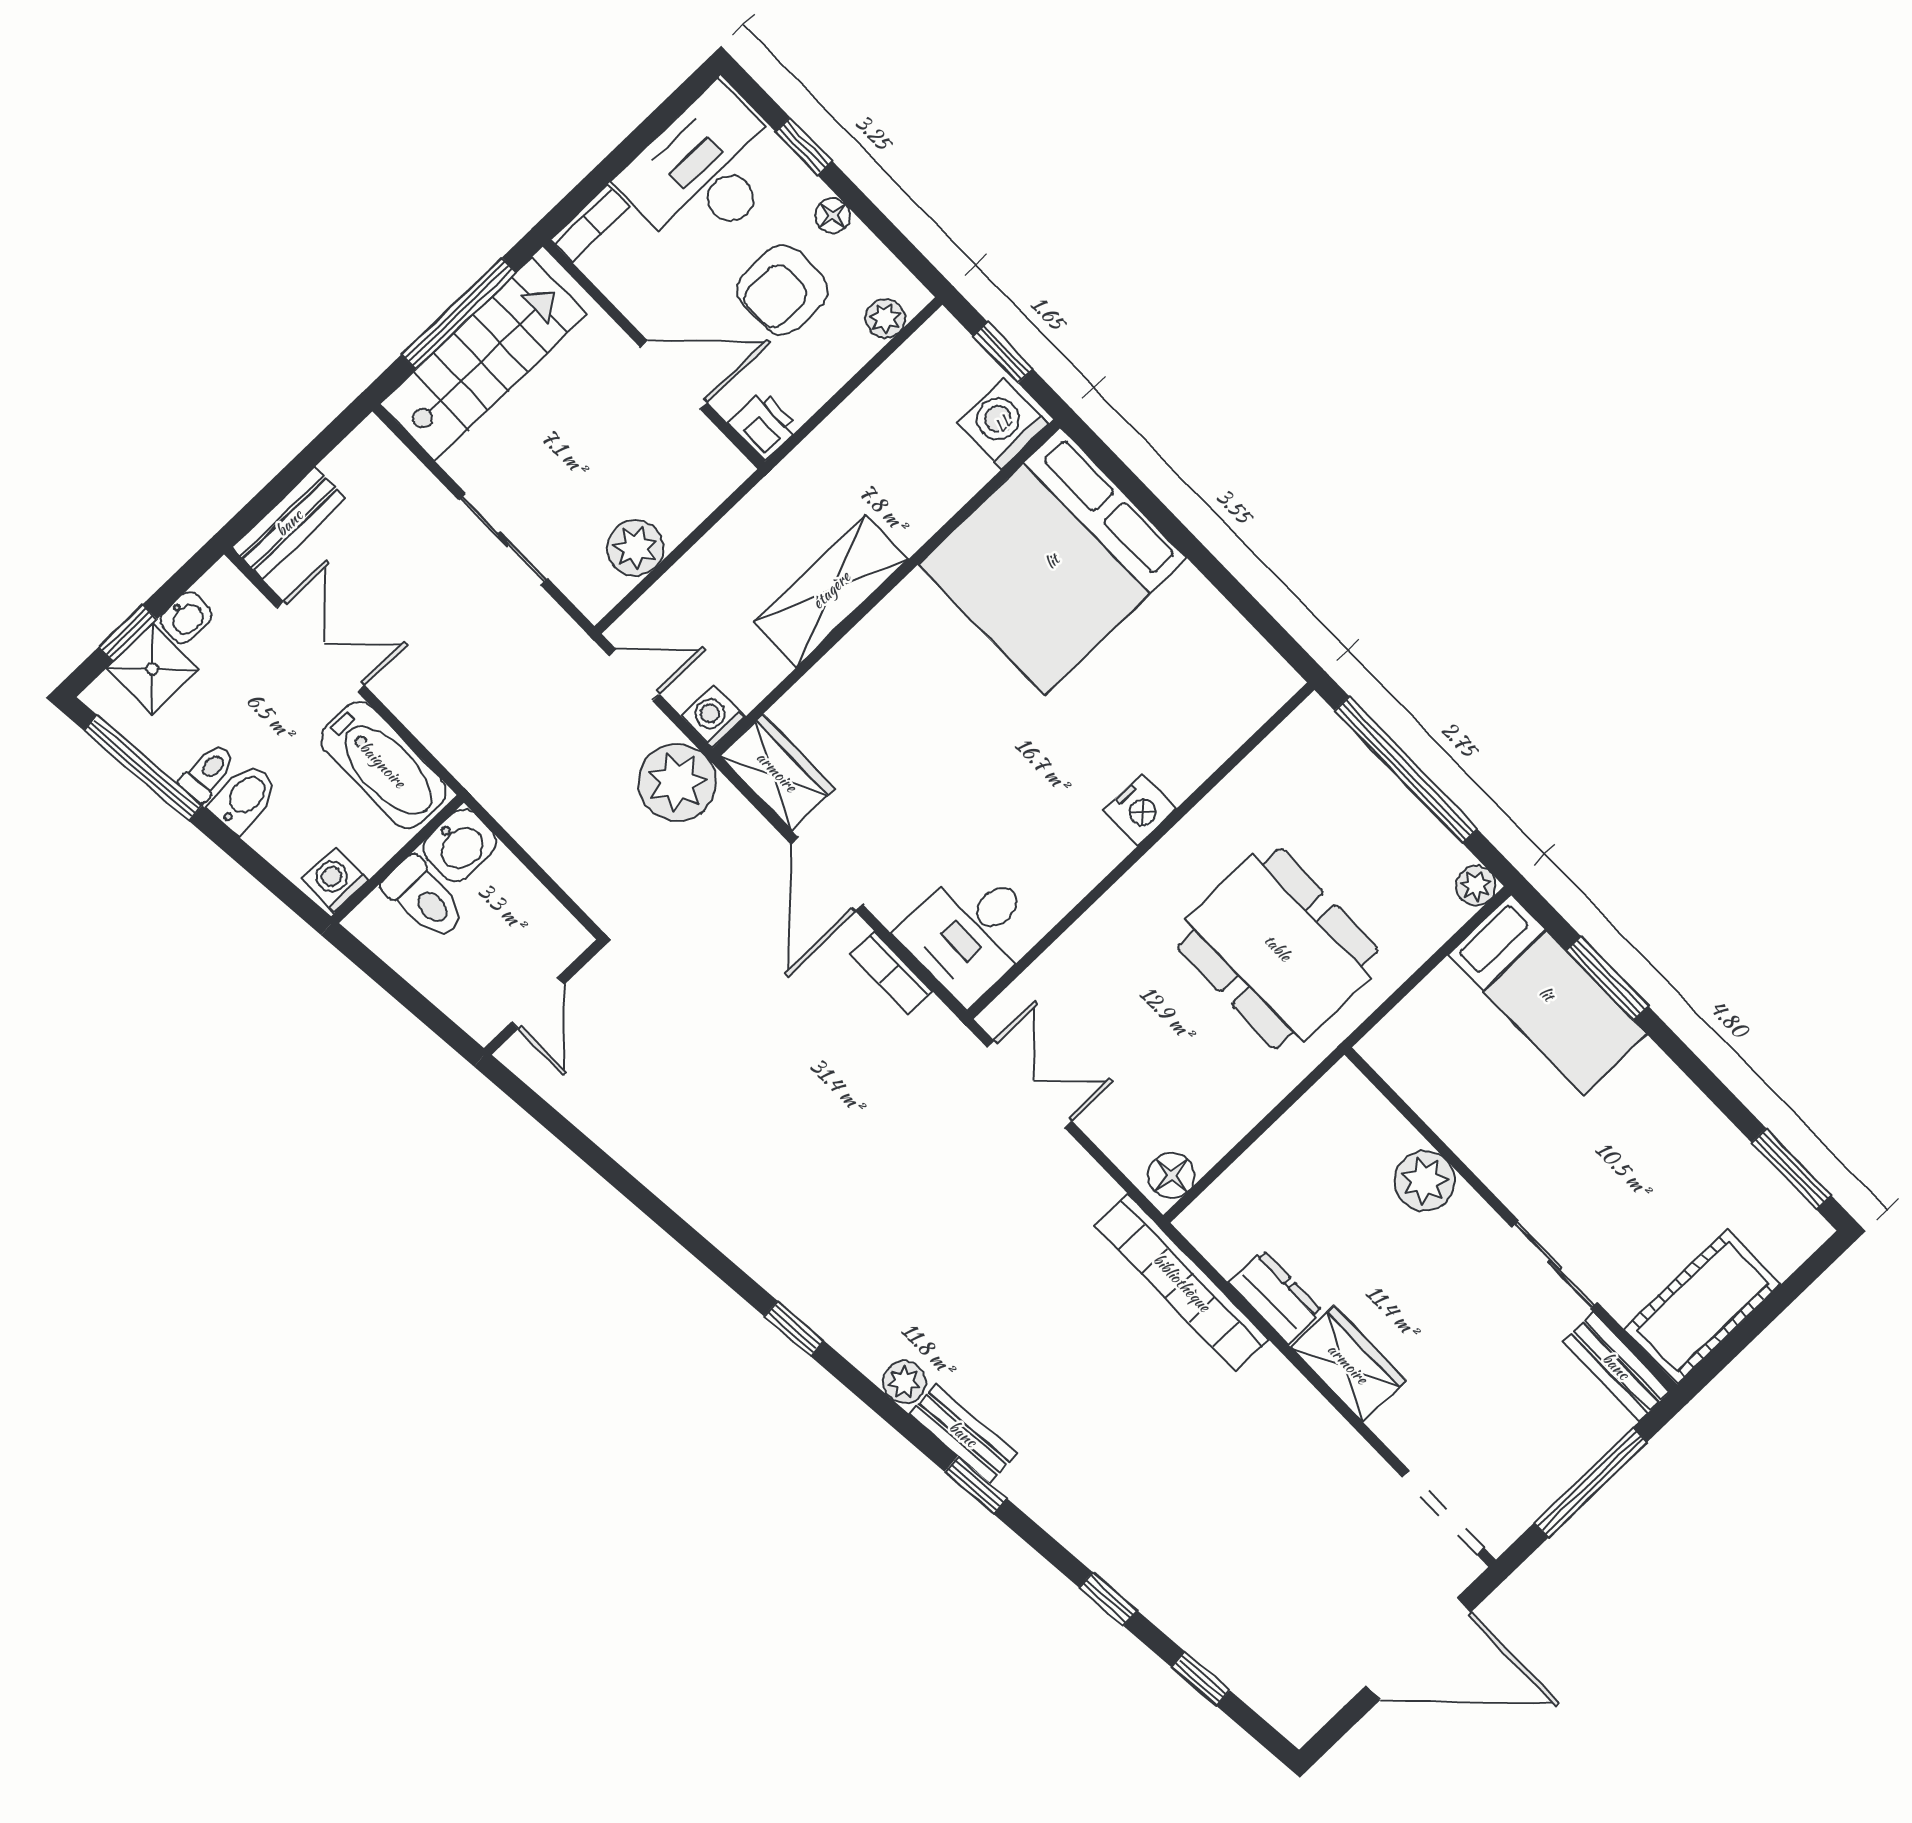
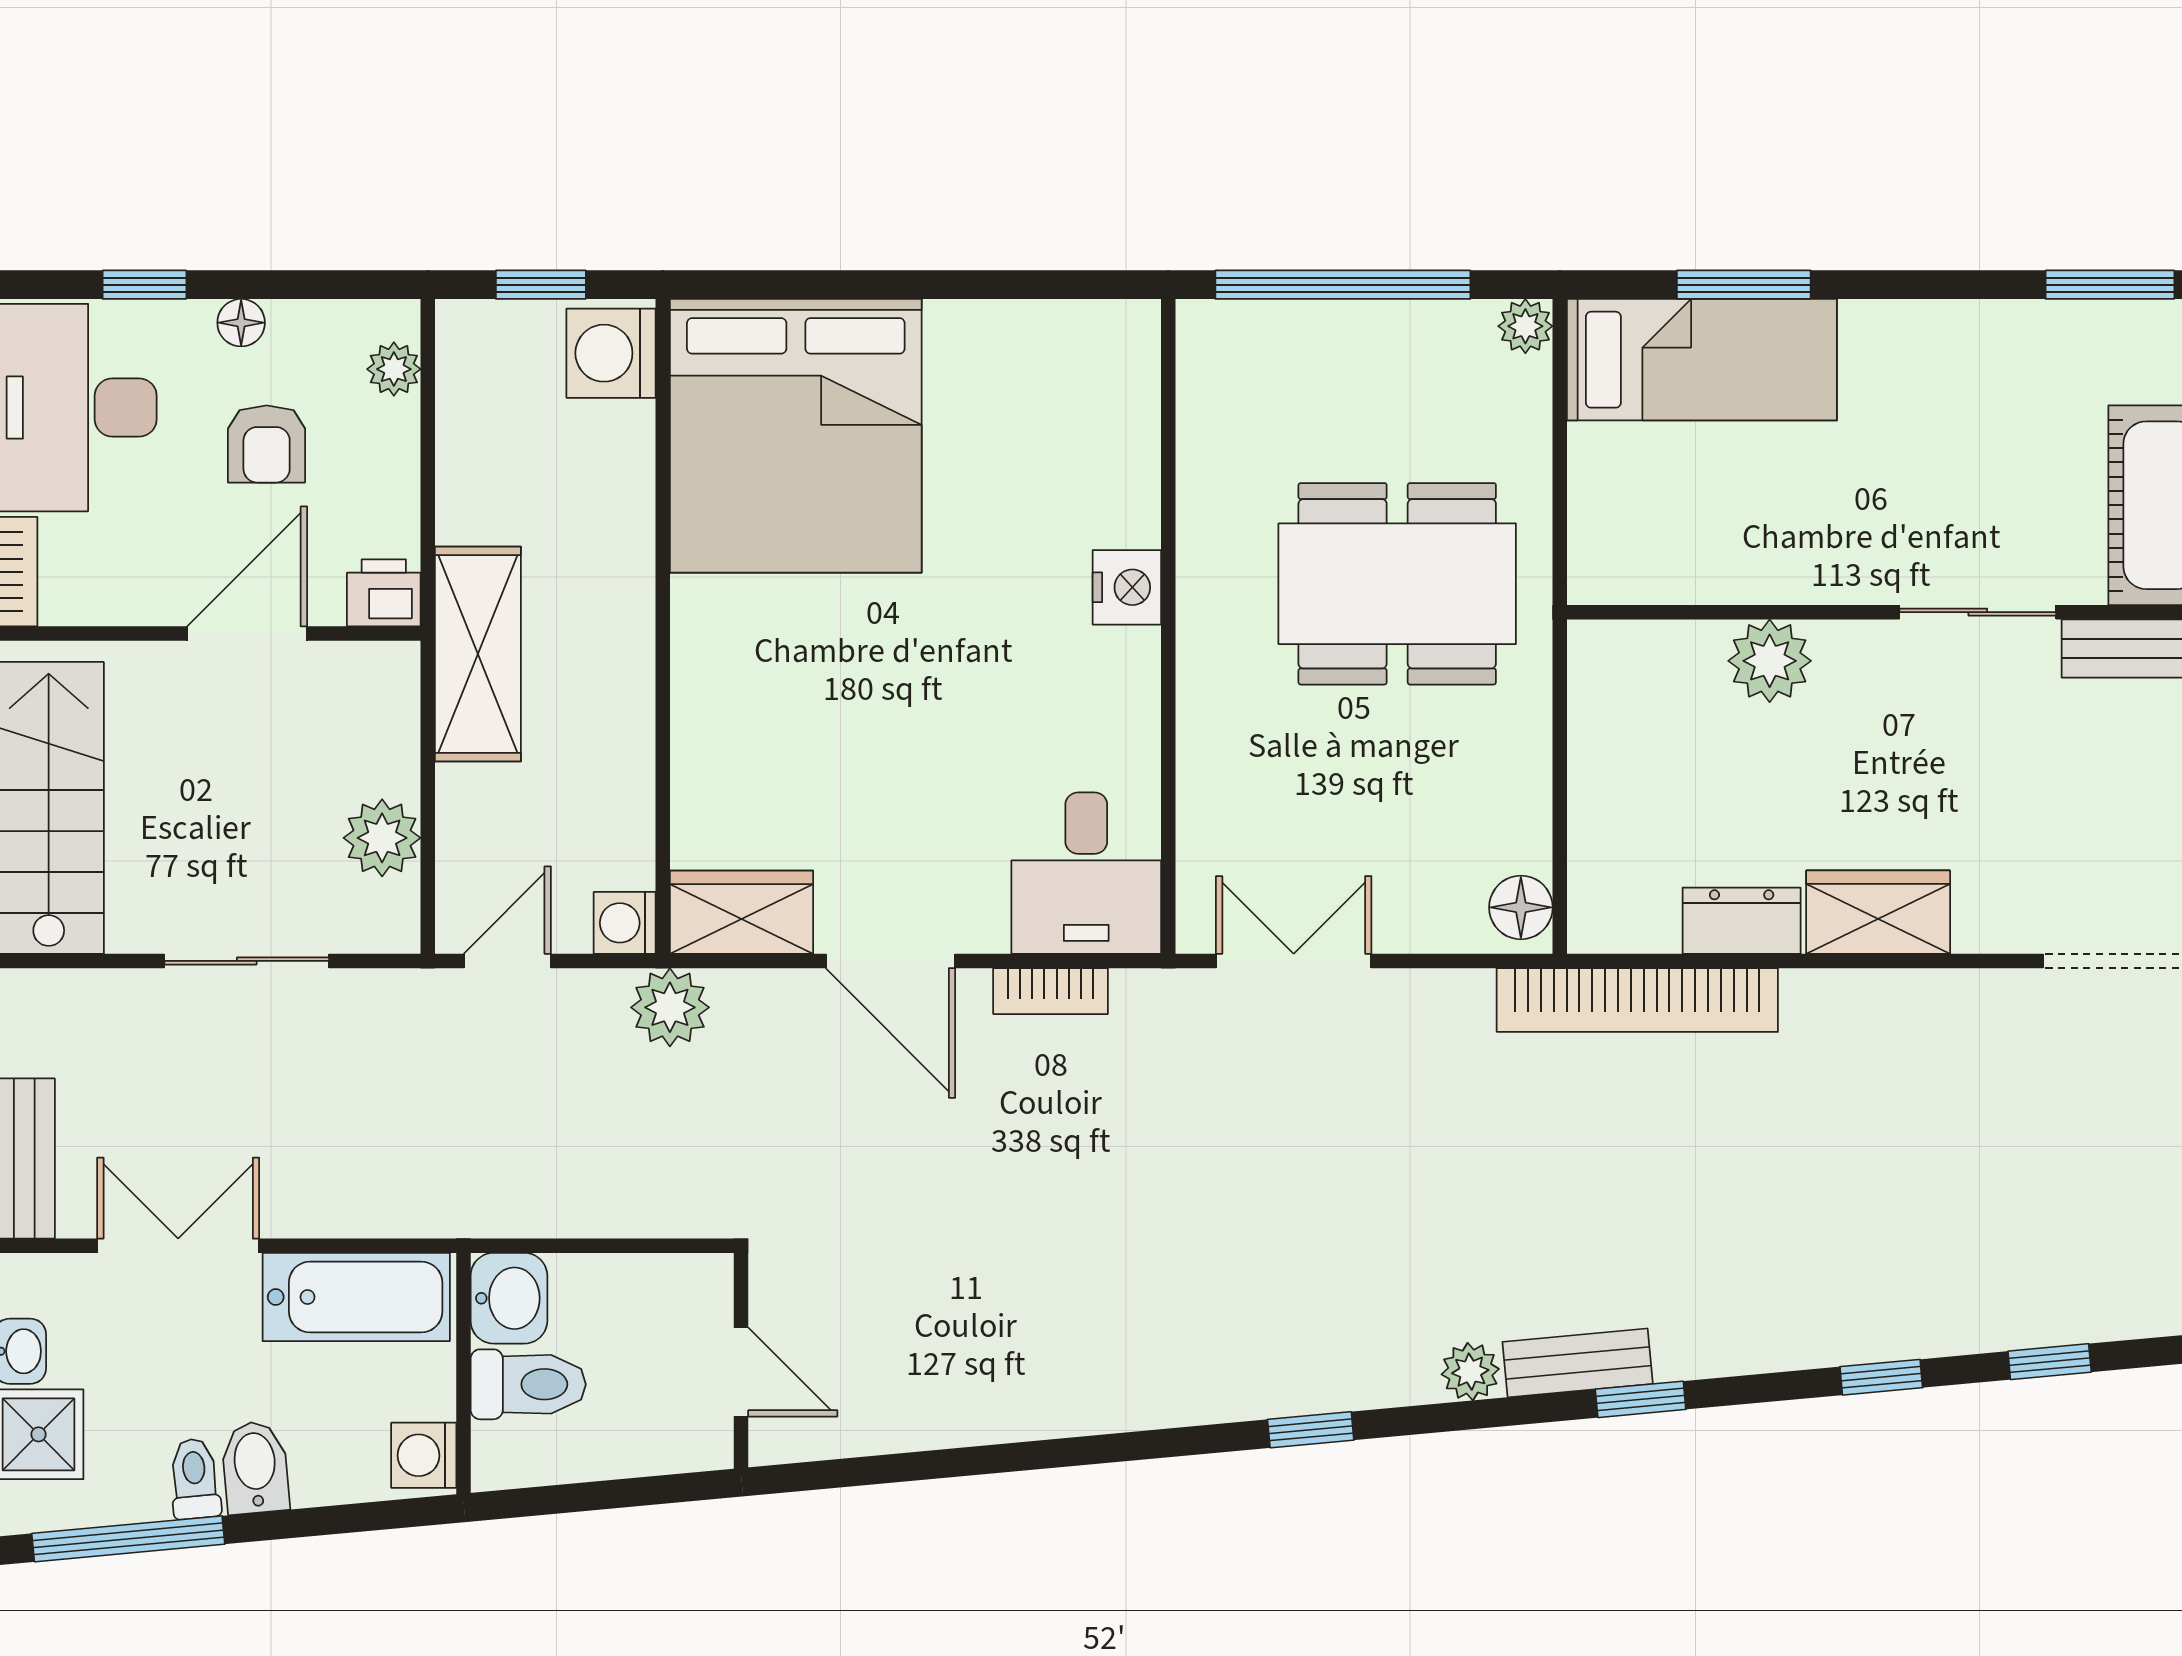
armchair: (782, 290) -> (267, 444), width x0.72, depth x0.72
shelving: (831, 590) -> (478, 654), moved
plant: (677, 783) -> (670, 1007), width x0.73, depth x0.73

